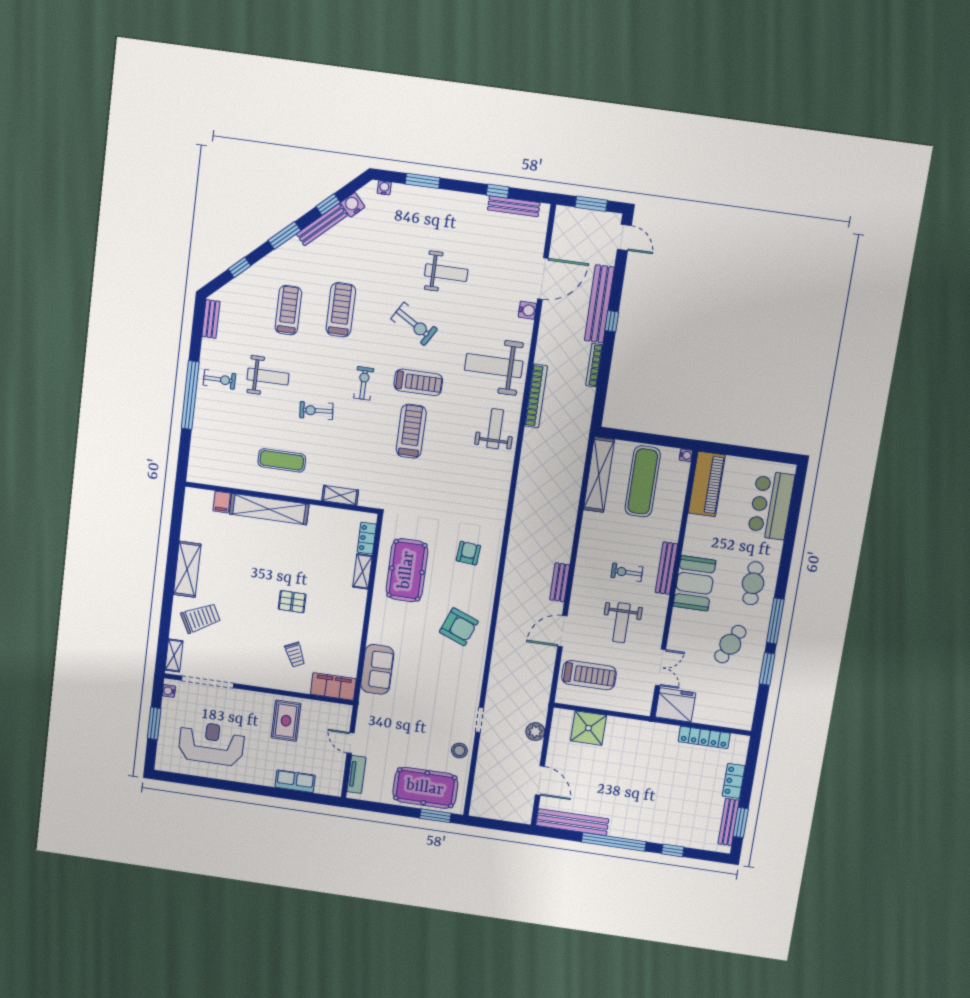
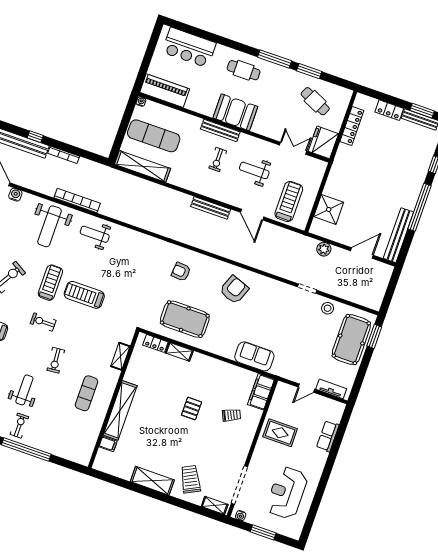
bench: (560, 582) -> (211, 208), width x1.36
weight bench: (621, 623) -> (254, 170), turned 180
cafe table: (730, 644) -> (315, 101), moved

